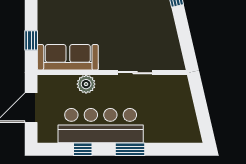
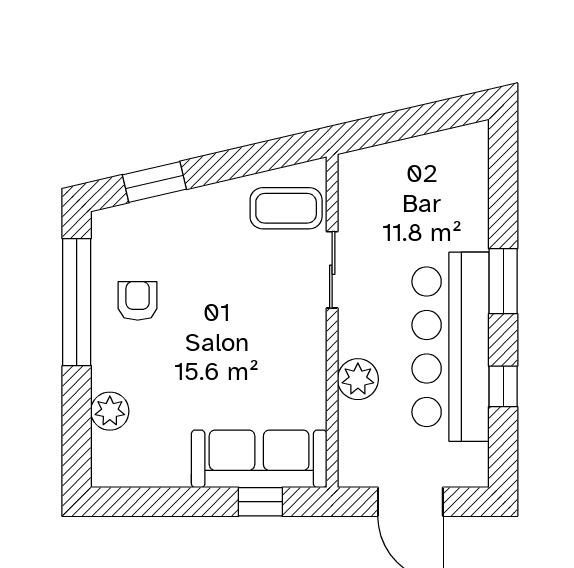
coffee table: (163, 52) -> (286, 208), added
sofa: (68, 57) -> (259, 459), moved, turned 90

